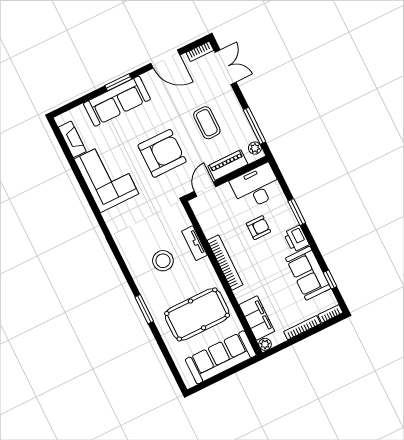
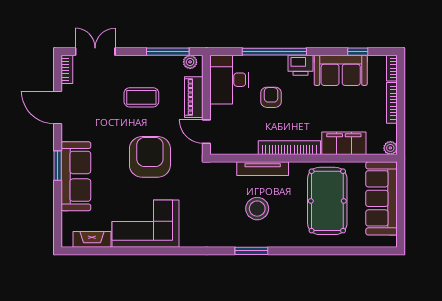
door: (165, 59) -> (58, 107), swing flipped
window: (297, 212) -> (274, 52), width x2.11
tv unit: (194, 243) -> (263, 169), width x1.41
window: (144, 309) -> (251, 251), moved
filing cabinet: (257, 318) -> (344, 143), moved

